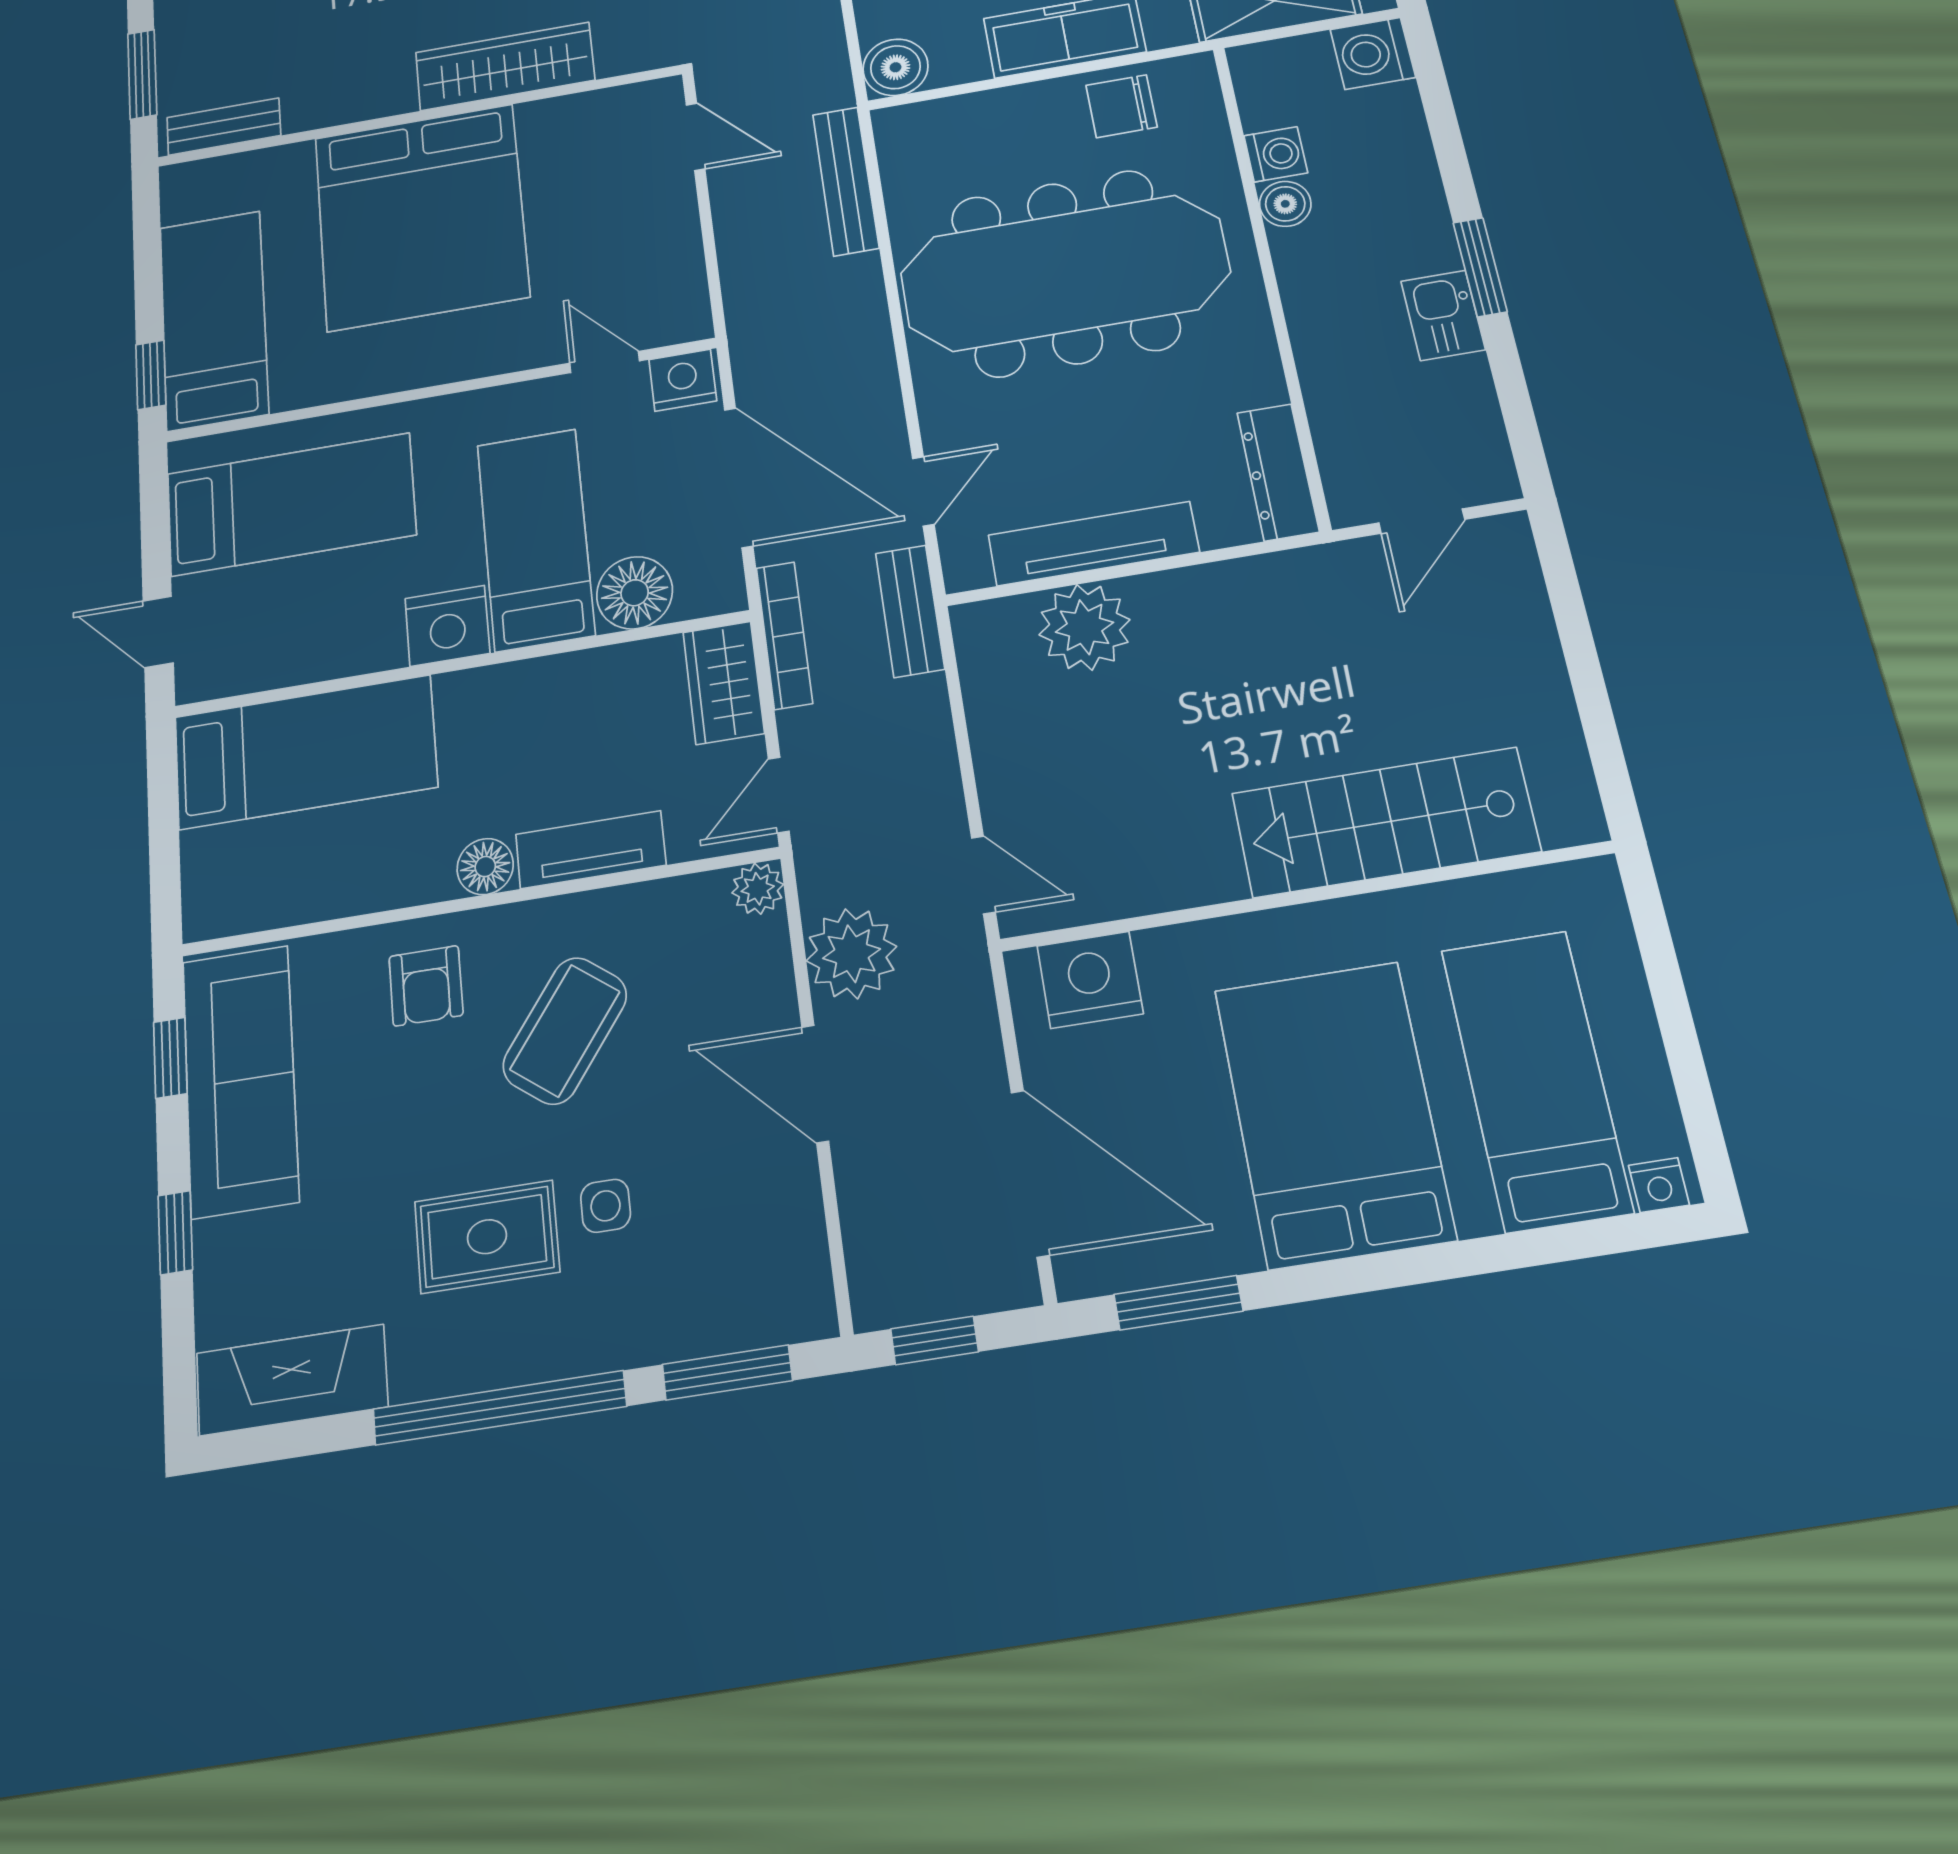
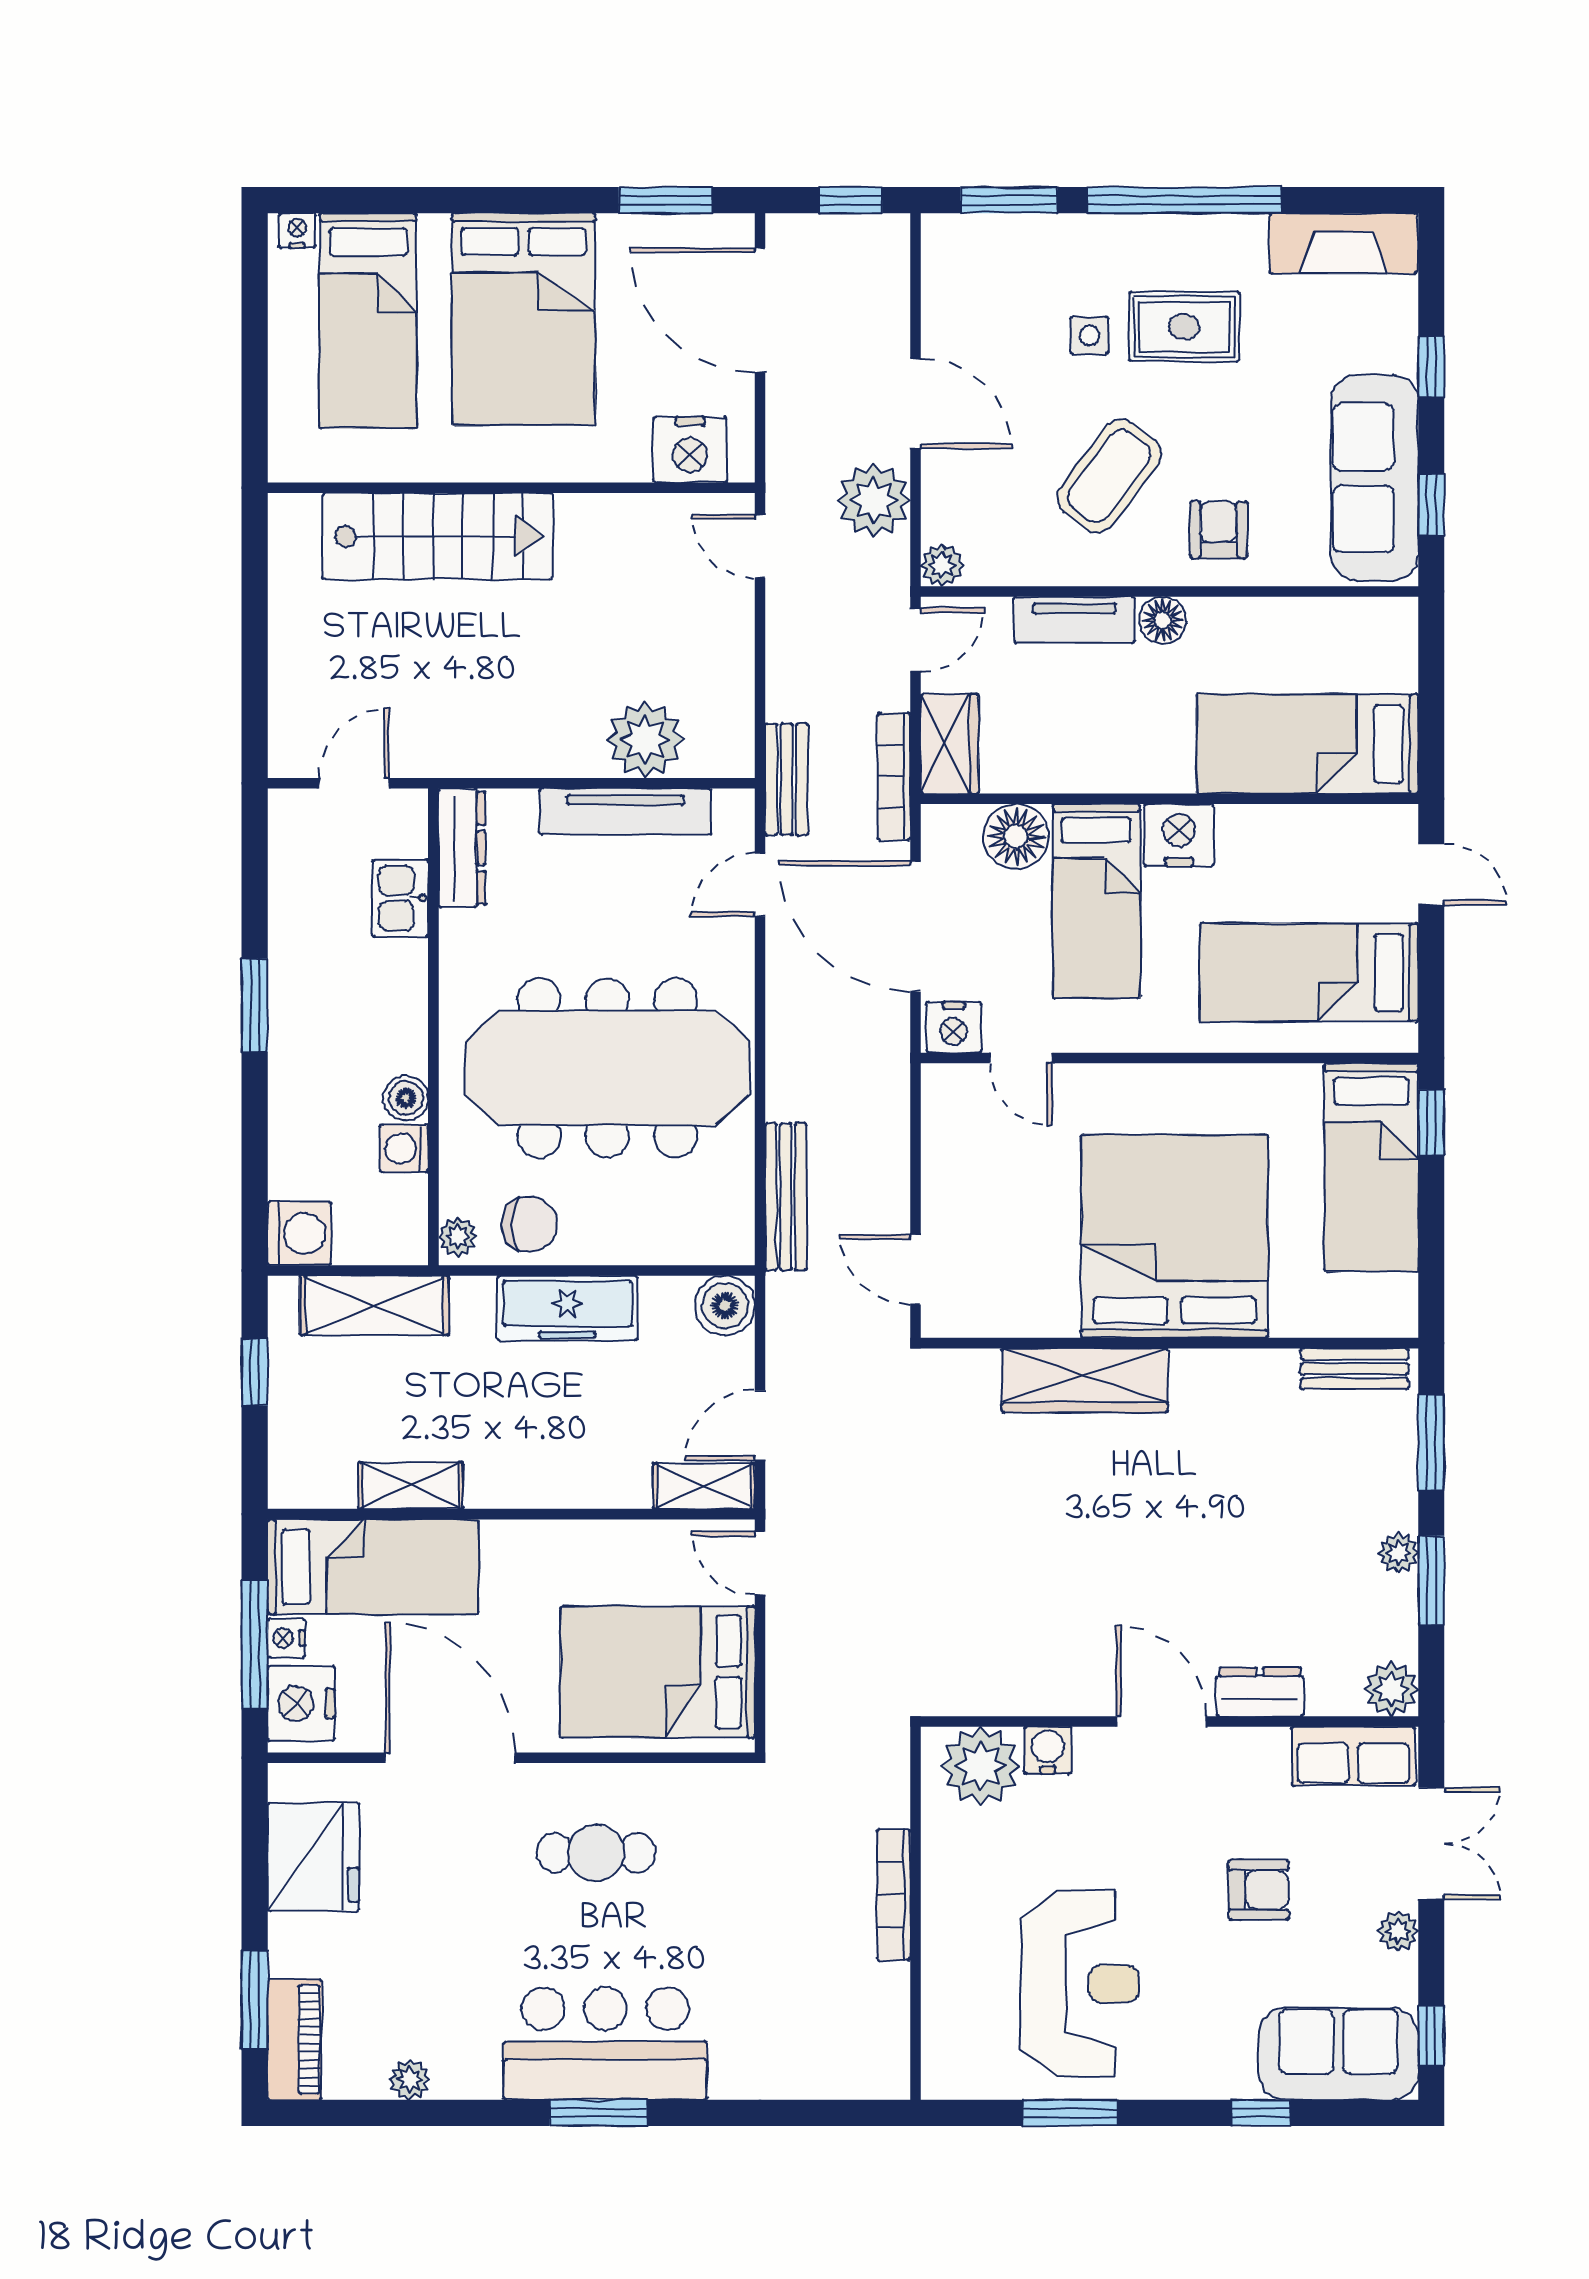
plant: (1198, 81) -> (458, 1237), added
kitchen sink: (1443, 315) -> (400, 898), moved, turned 180

